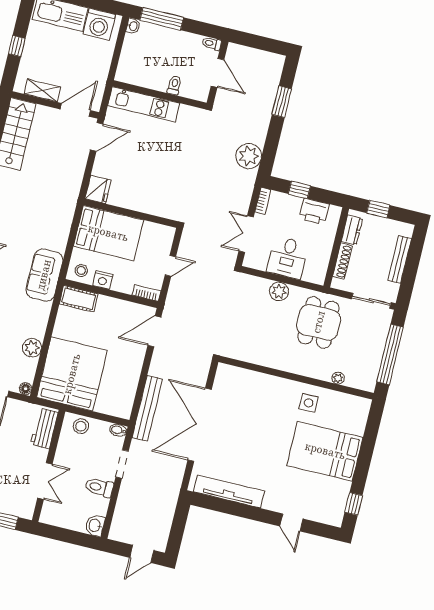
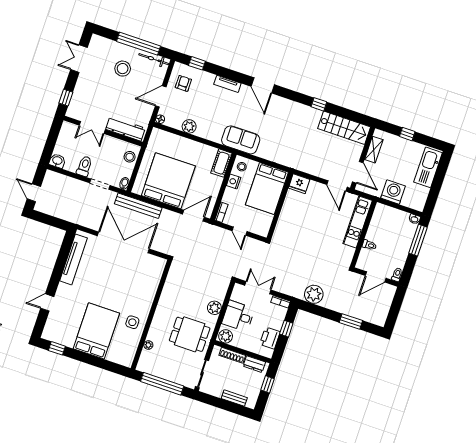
washing machine: (99, 24) -> (393, 192), moved, turned 90
bench: (400, 259) -> (234, 398), width x0.73
plant: (317, 273) -> (226, 336), added
door: (154, 331) -> (193, 216), hinge flipped
bed: (72, 374) -> (168, 181), moved, turned -90
workbench: (44, 428) -> (125, 129), width x1.37

